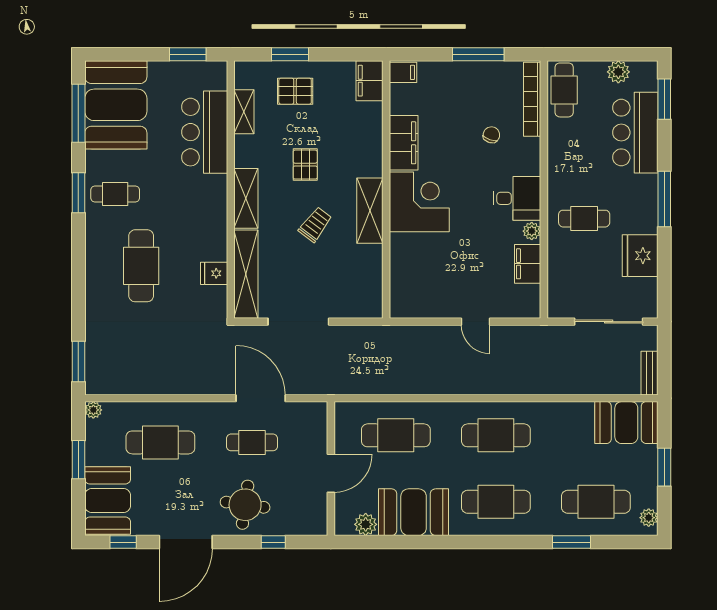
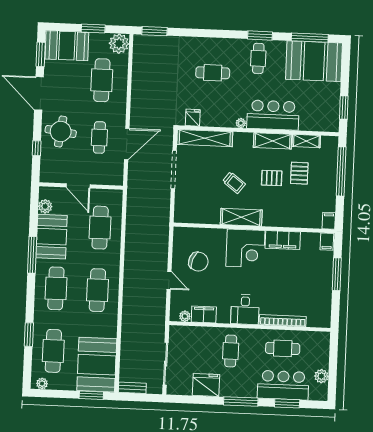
window: (290, 54) -> (341, 171), width x2.11
window: (478, 54) -> (337, 274), moved
filing cabinet: (370, 81) -> (329, 221), width x0.50
cafe table: (564, 90) -> (283, 348), moved
pallet: (295, 91) -> (299, 173), moved
bookcase: (532, 99) -> (283, 321), moved
window: (664, 99) -> (287, 403), moved
bar counter: (205, 132) -> (273, 115), moved
chair: (491, 135) -> (198, 262), moved, width x1.87, depth x1.87
shelving: (246, 198) -> (273, 141), moved
plant: (220, 218) -> (241, 123), added
plant: (532, 231) -> (185, 316), moved
cafe table: (141, 266) -> (213, 73), width x0.73, depth x0.74
fridge: (214, 273) -> (193, 118), moved
door: (476, 322) -> (169, 280), swing flipped
plant: (93, 410) -> (119, 44), width x1.88, depth x1.88
booth: (626, 423) -> (97, 365), width x1.36, depth x1.42
window: (664, 467) -> (91, 395), moved
window: (123, 542) -> (41, 54), width x1.50
window: (444, 542) -> (32, 255), added

